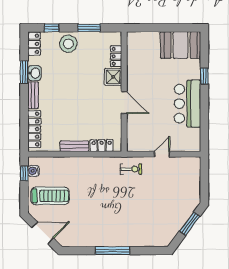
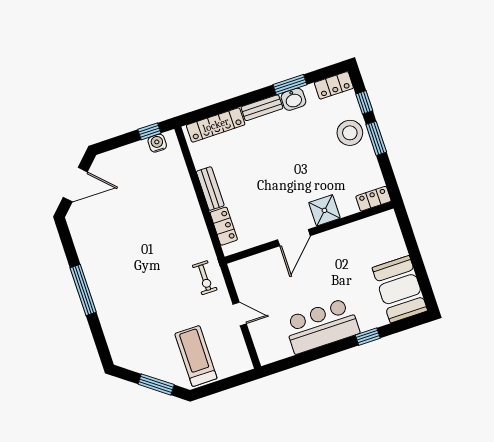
window: (89, 28) -> (376, 138), moved
locker: (116, 56) -> (373, 199), moved
treadmill: (50, 196) -> (196, 356), moved, turned 180
door: (43, 233) -> (75, 185), hinge flipped

